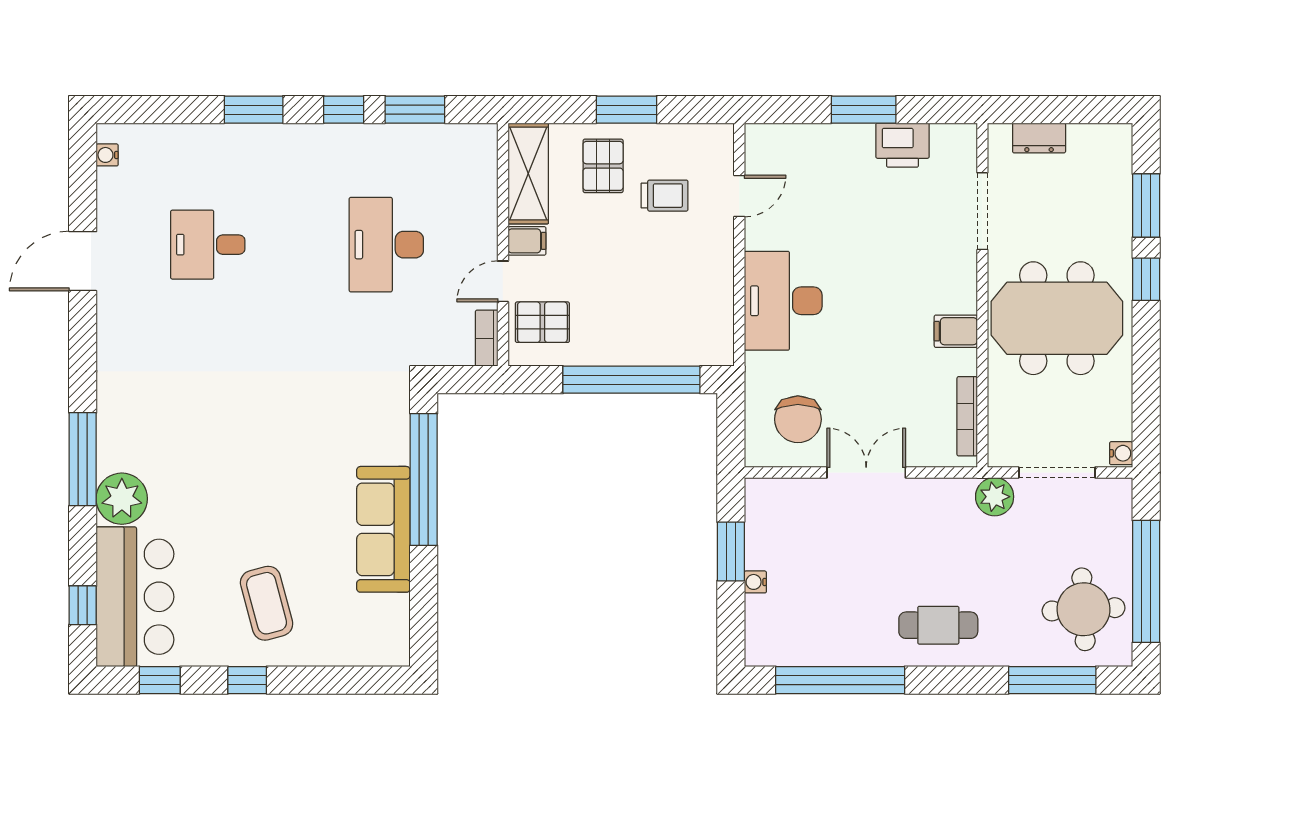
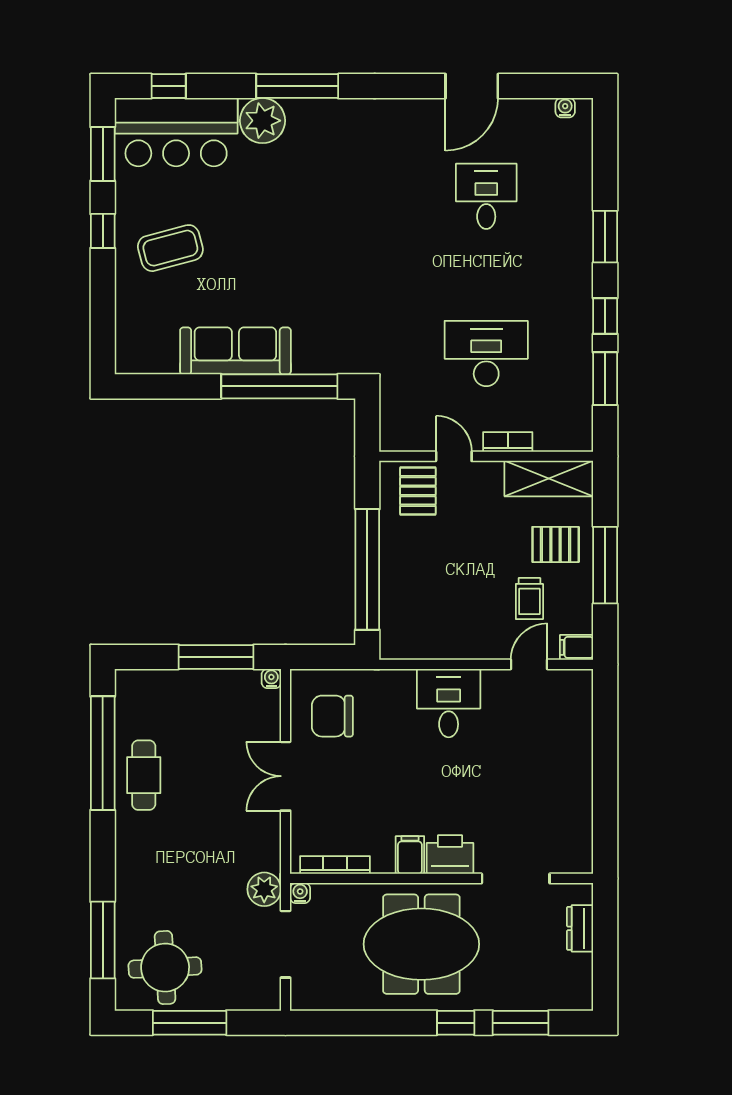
window: (627, 110) -> (605, 565), width x1.44
window: (864, 110) -> (605, 774), removed
printer: (903, 145) -> (450, 855), moved, turned 90
door: (739, 196) -> (529, 664), swing flipped
filing cabinet: (527, 241) -> (577, 647), moved, turned 90
door: (83, 261) -> (472, 86), swing flipped
desk: (783, 301) -> (449, 703), width x0.73
meeting table: (1057, 318) -> (421, 944), turned 90
bookcase: (487, 338) -> (508, 442), moved
water cooler: (1121, 453) -> (300, 893), moved, turned 180
double door: (866, 472) -> (286, 776), swing flipped
window: (731, 551) -> (216, 657), width x1.44
window: (1146, 581) -> (190, 1023), width x0.68
water cooler: (755, 582) -> (271, 679), moved
cafe table: (938, 625) -> (144, 775), moved
window: (160, 680) -> (103, 154), width x1.50

